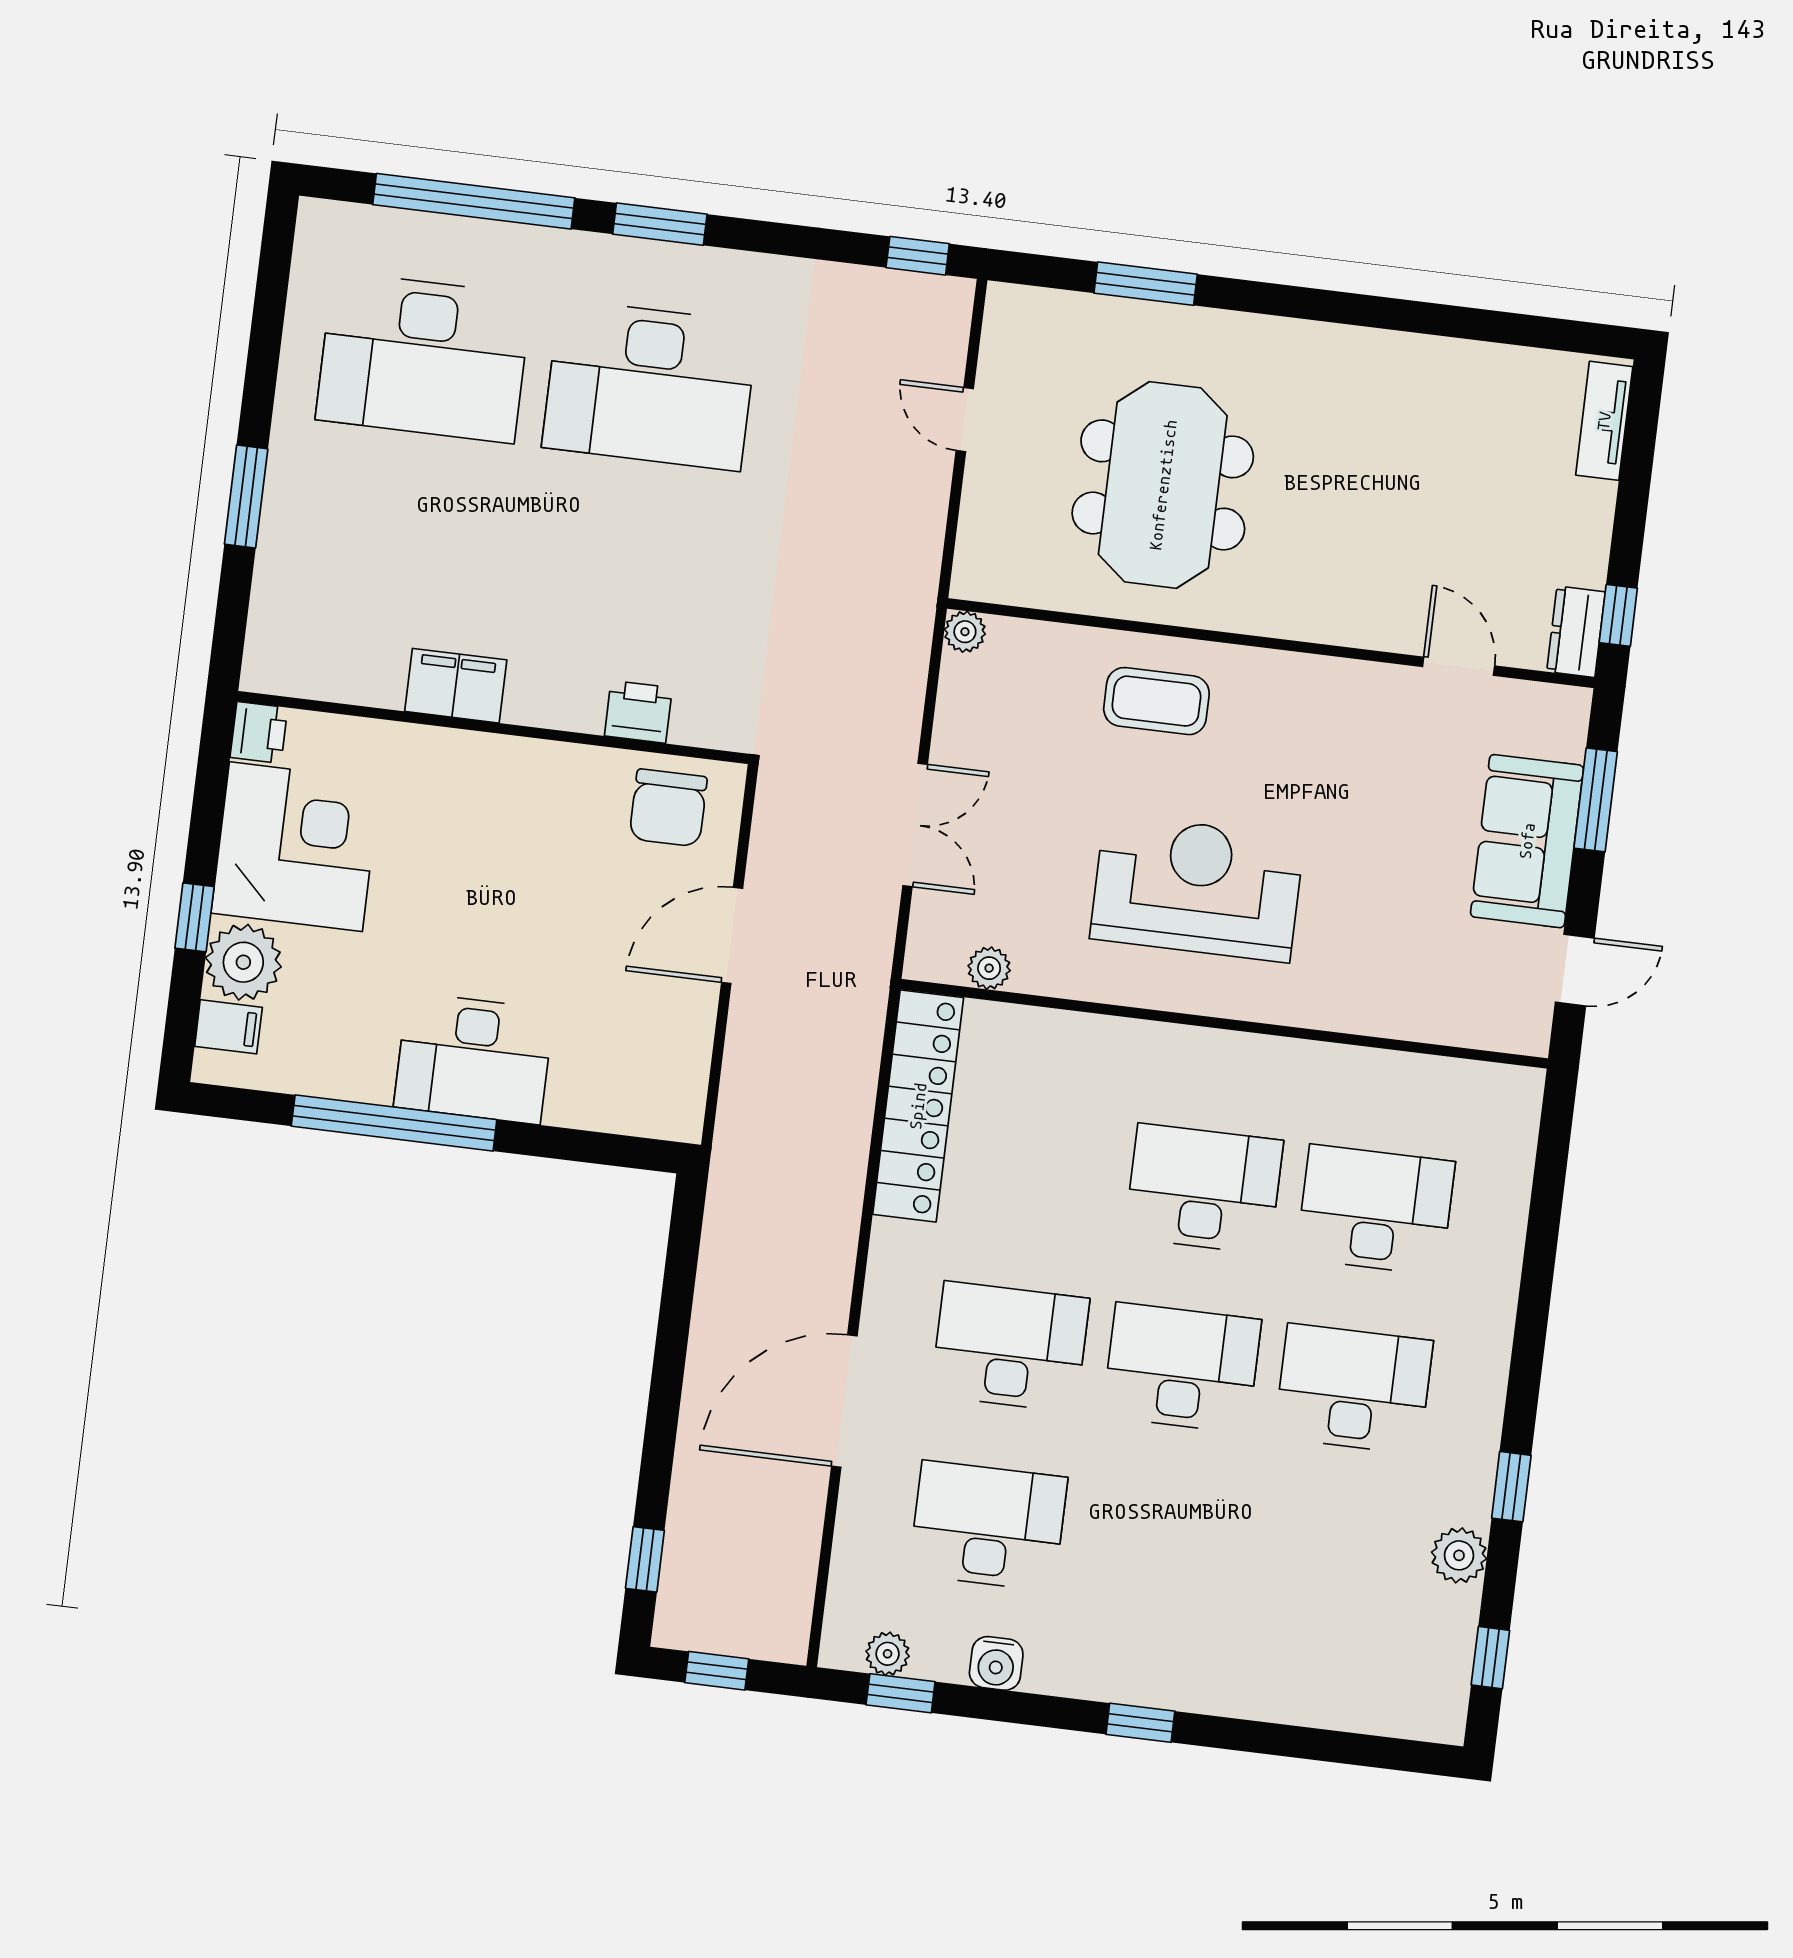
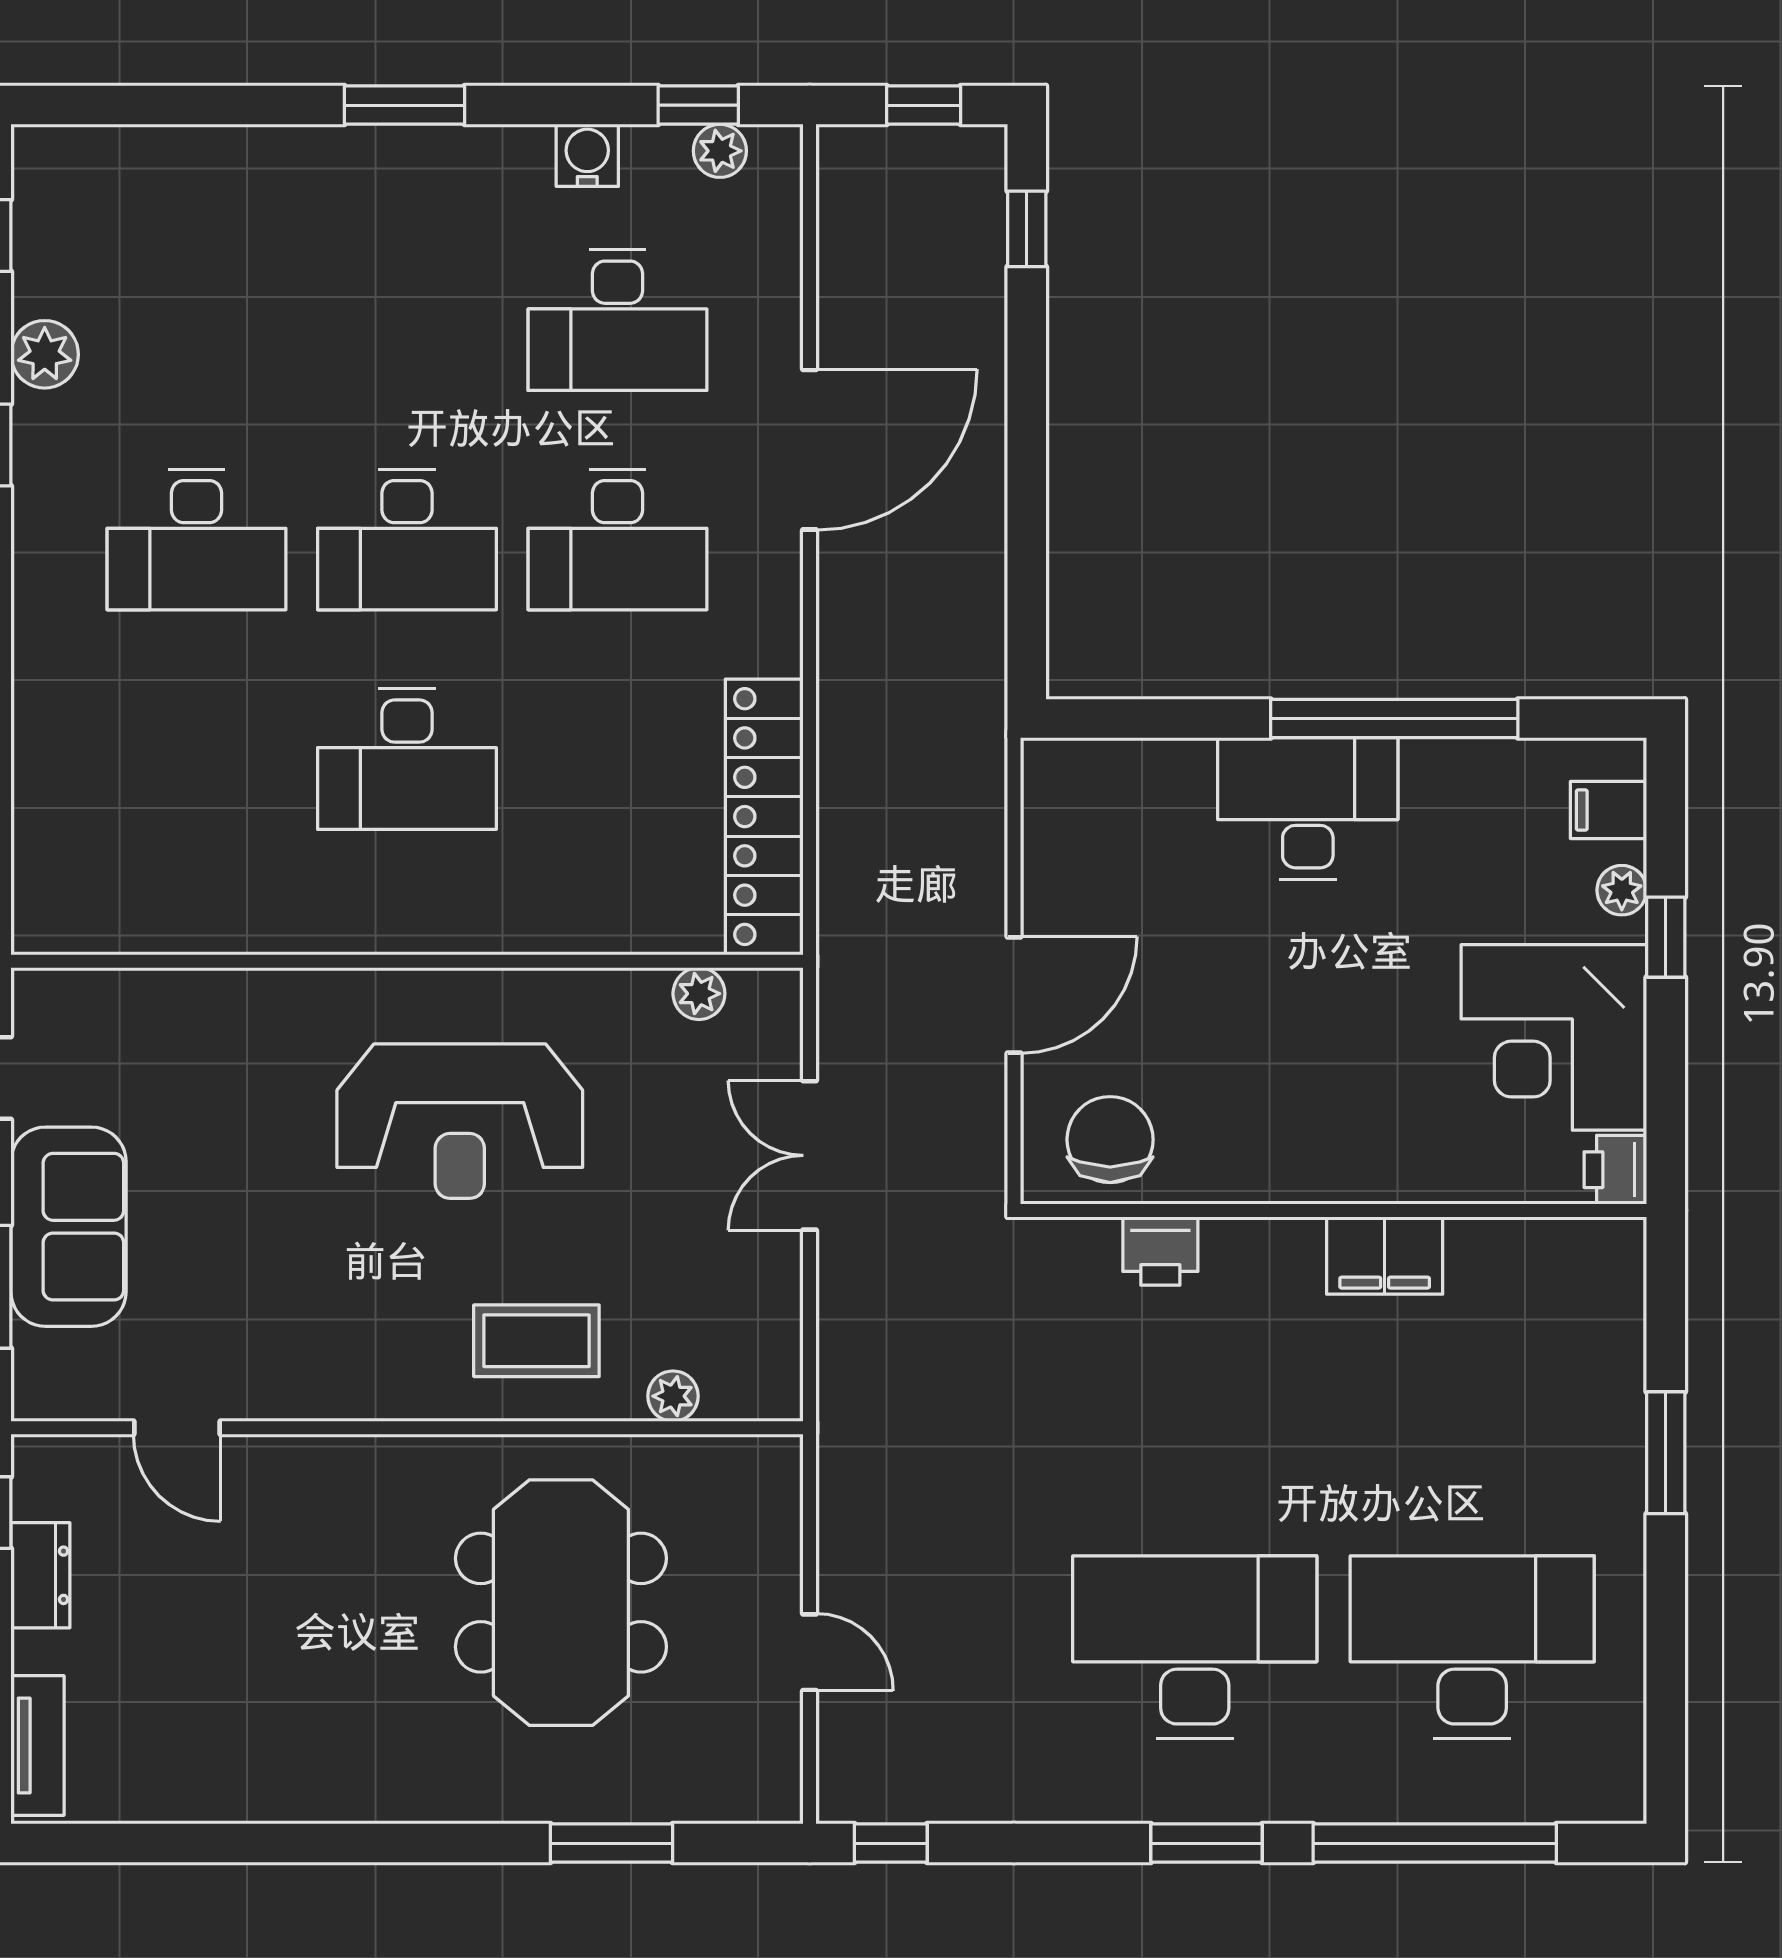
plant: (965, 632) -> (673, 1396), moved
dresser: (1576, 632) -> (40, 1575), moved
plant: (243, 962) -> (1622, 890), width x0.53, depth x0.53
desk: (1376, 1210) -> (197, 759), removed
window: (1140, 1723) -> (404, 105), width x1.50

